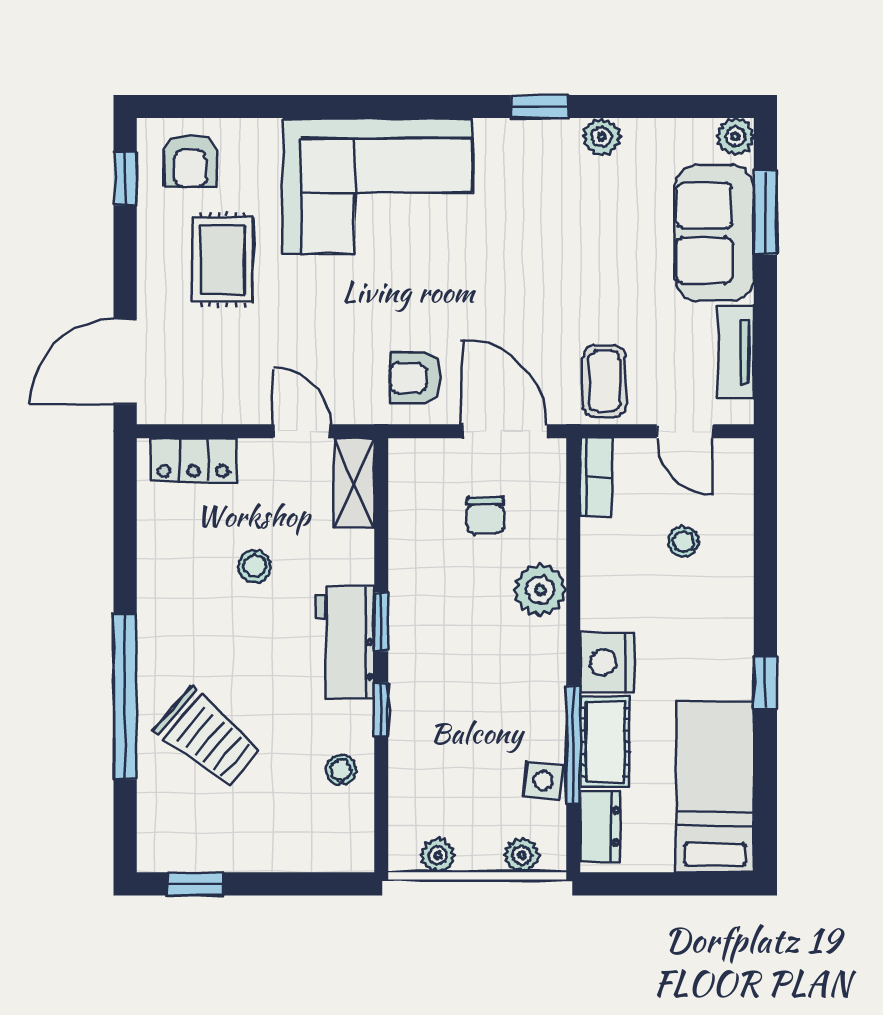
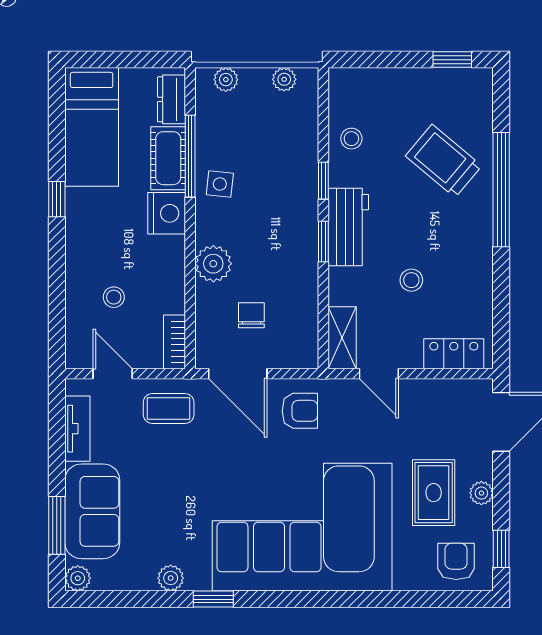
corner sofa: (377, 186) -> (302, 527), width x1.36, depth x1.36
plant: (154, 259) -> (481, 493), added
coffee table: (604, 381) -> (169, 408), turned 90
side table: (543, 780) -> (220, 184), moved

